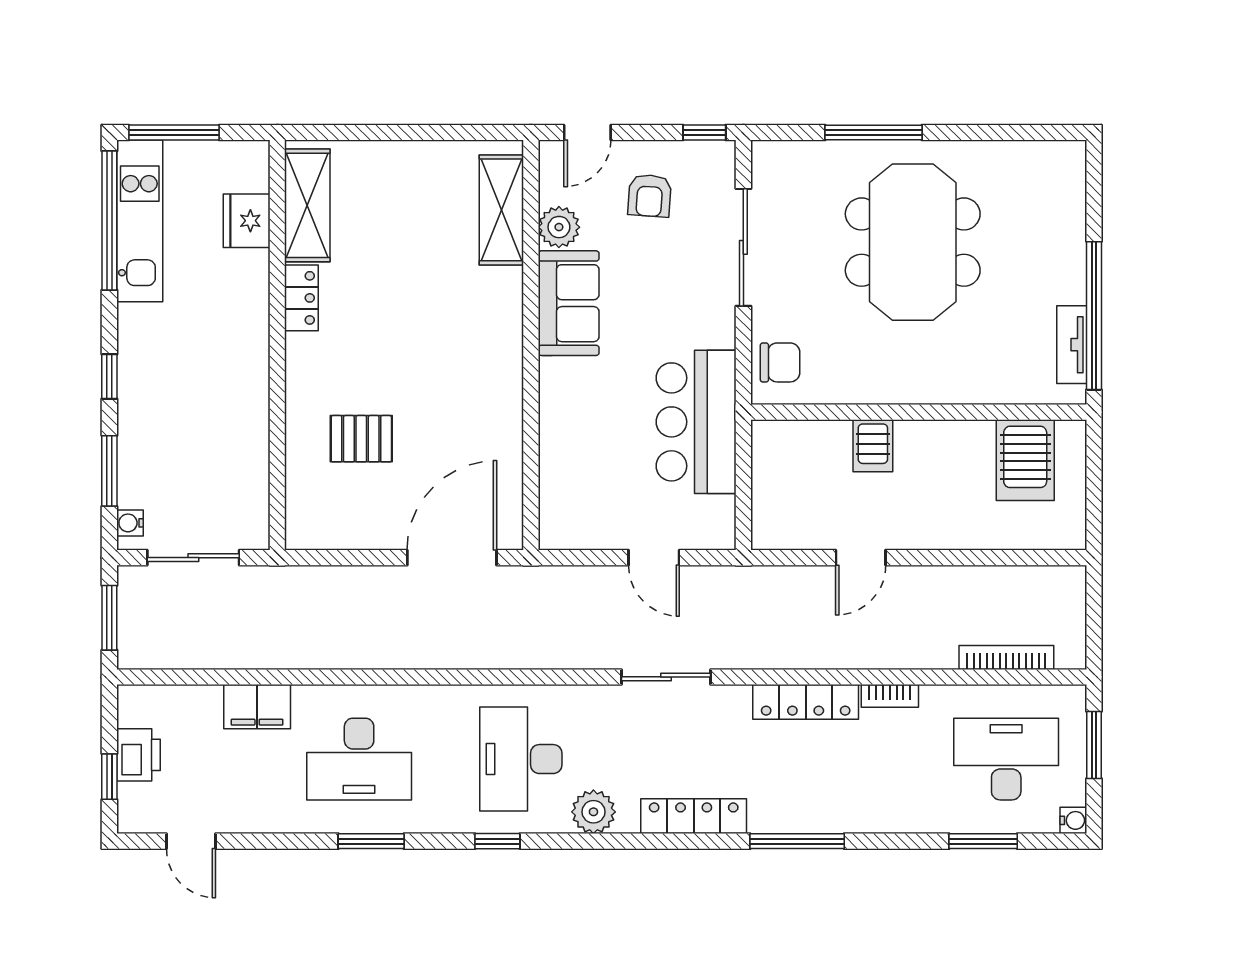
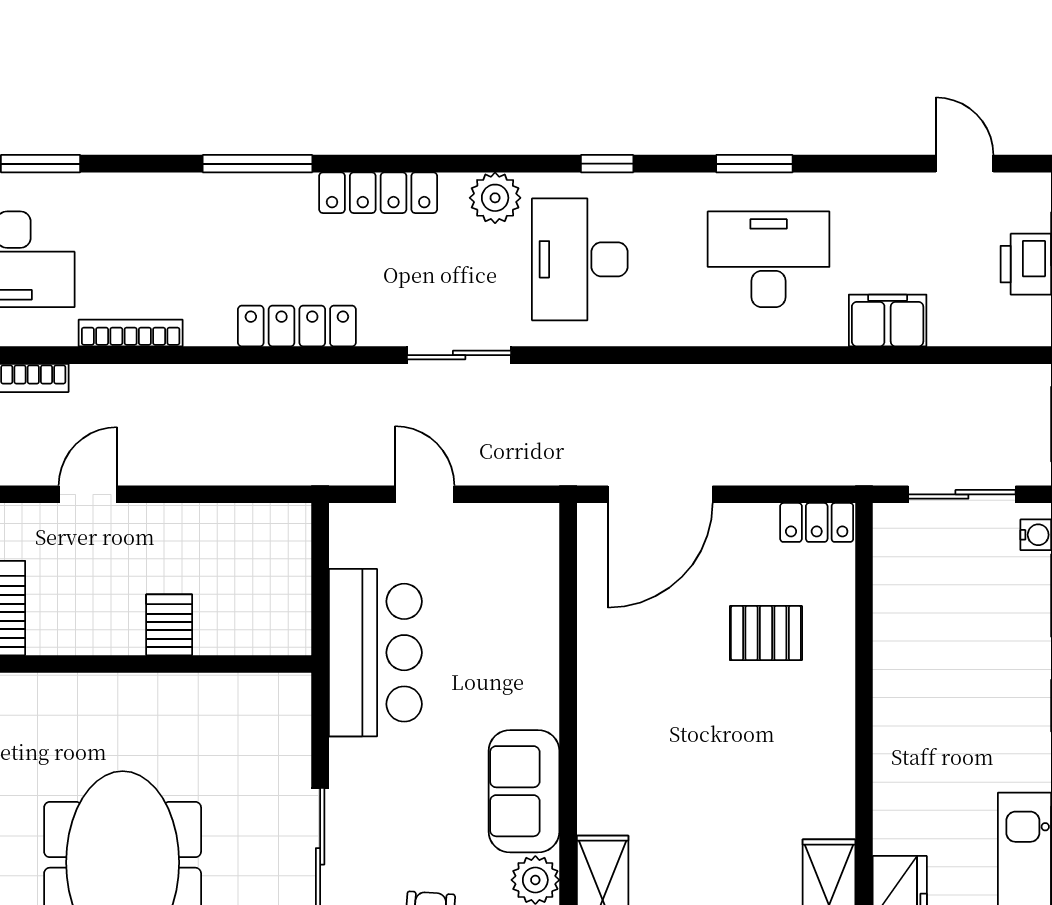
locker: (301, 298) -> (817, 522), moved, turned -90
chair: (780, 362) -> (277, 722), removed
door: (861, 558) -> (88, 494), moved
sliding door: (666, 677) -> (459, 355), moved
bookcase: (890, 696) -> (131, 333), width x1.56
locker: (806, 702) -> (297, 326), moved
desk: (521, 759) -> (580, 259), turned 180

